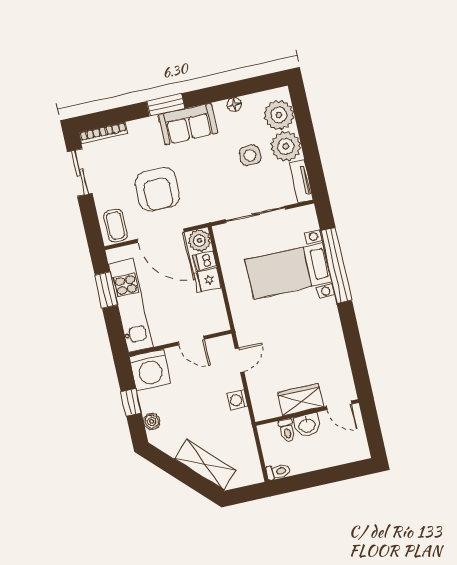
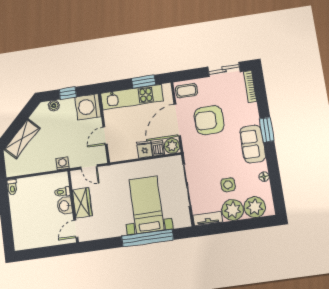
wardrobe: (301, 400) -> (82, 203), moved
door: (339, 405) -> (76, 229), moved
wall: (307, 412) -> (73, 206), moved
washbasin: (307, 425) -> (65, 206), moved
toilet: (287, 430) -> (62, 192), moved

